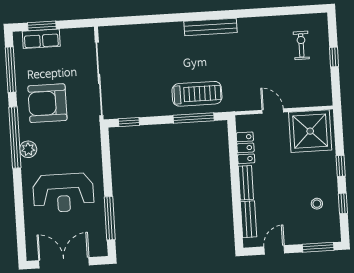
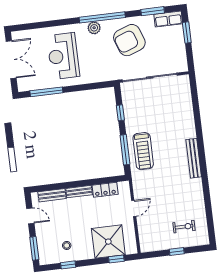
row of seats: (41, 39) -> (168, 19), moved, turned -90
window: (11, 70) -> (153, 11), width x0.69
armchair: (47, 103) -> (129, 40), turned -110
window: (129, 122) -> (120, 113), moved
shower: (310, 131) -> (108, 242), moved
window: (341, 166) -> (116, 259), moved

